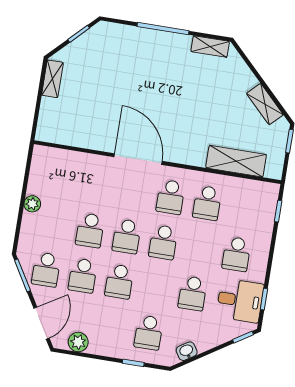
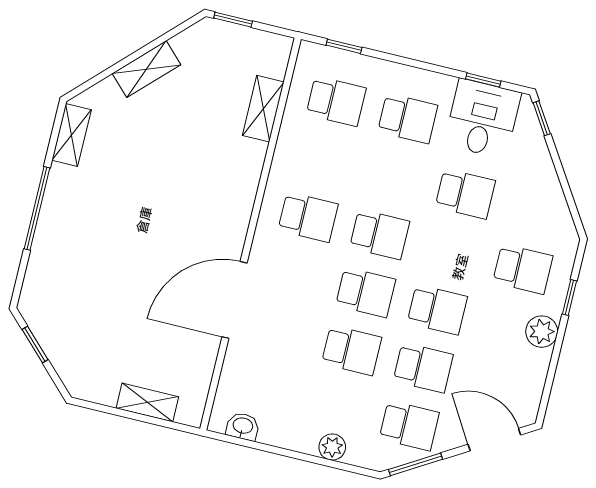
shelving: (52, 79) -> (147, 402), moved
shelving: (265, 104) -> (146, 69), moved
door: (138, 159) -> (235, 300), moved
shelving: (236, 161) -> (263, 109), width x0.67, depth x0.75
school desk: (207, 203) -> (336, 101), moved
plant: (32, 204) -> (332, 447), moved
plant: (78, 342) -> (542, 332), moved
washbasin: (187, 351) -> (243, 426), moved, turned 123

